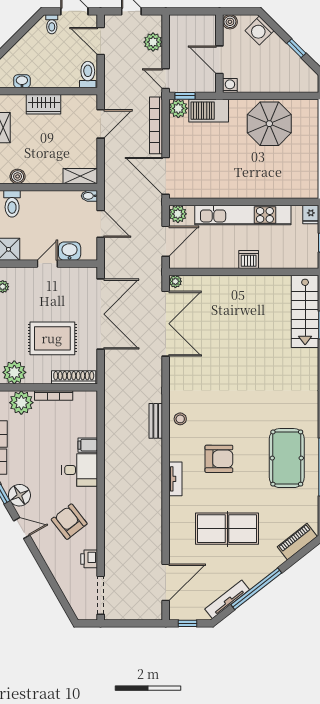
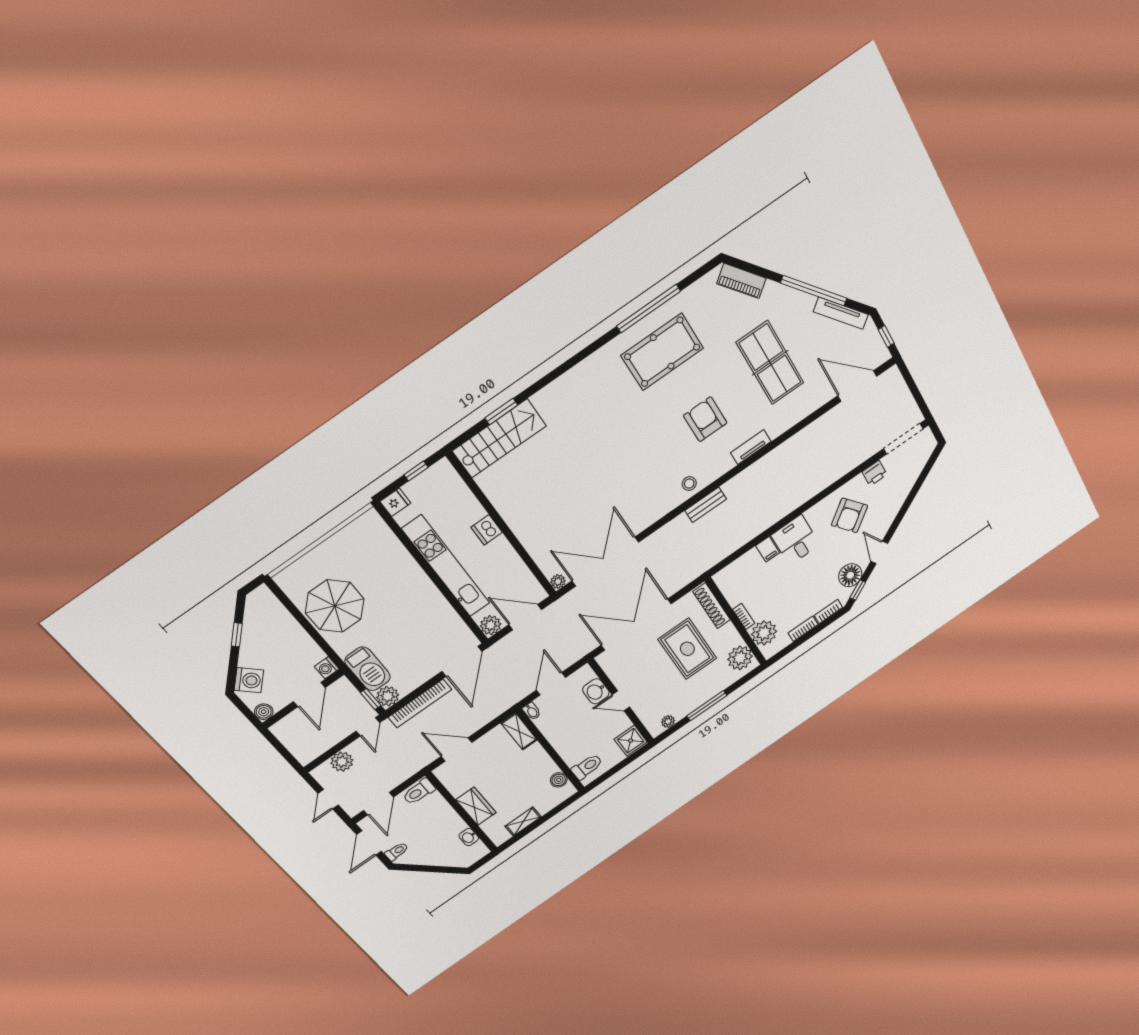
bookcase: (54, 396) -> (744, 616), width x0.64

